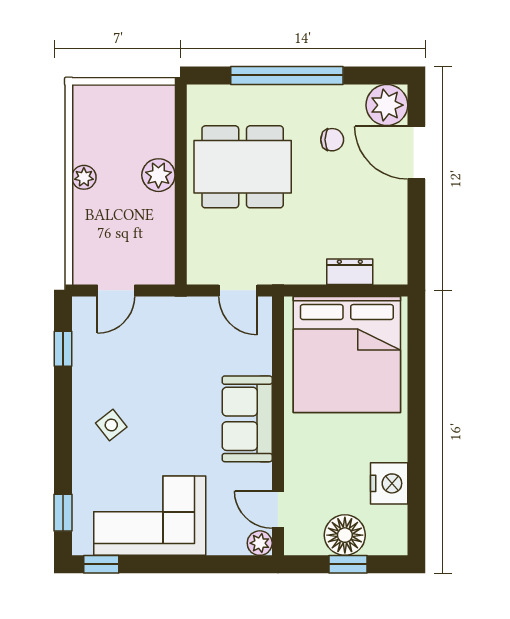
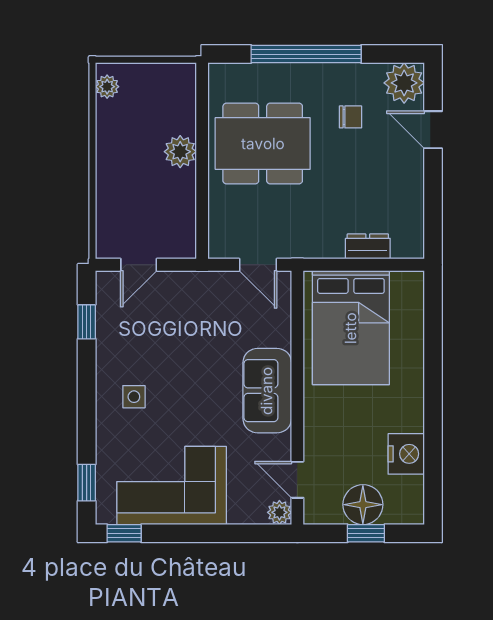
door: (416, 153) -> (433, 130), width x0.73
plant: (84, 177) -> (107, 87), moved
bed: (347, 354) -> (351, 328), width x0.73
side table: (111, 425) -> (134, 397), turned 38

